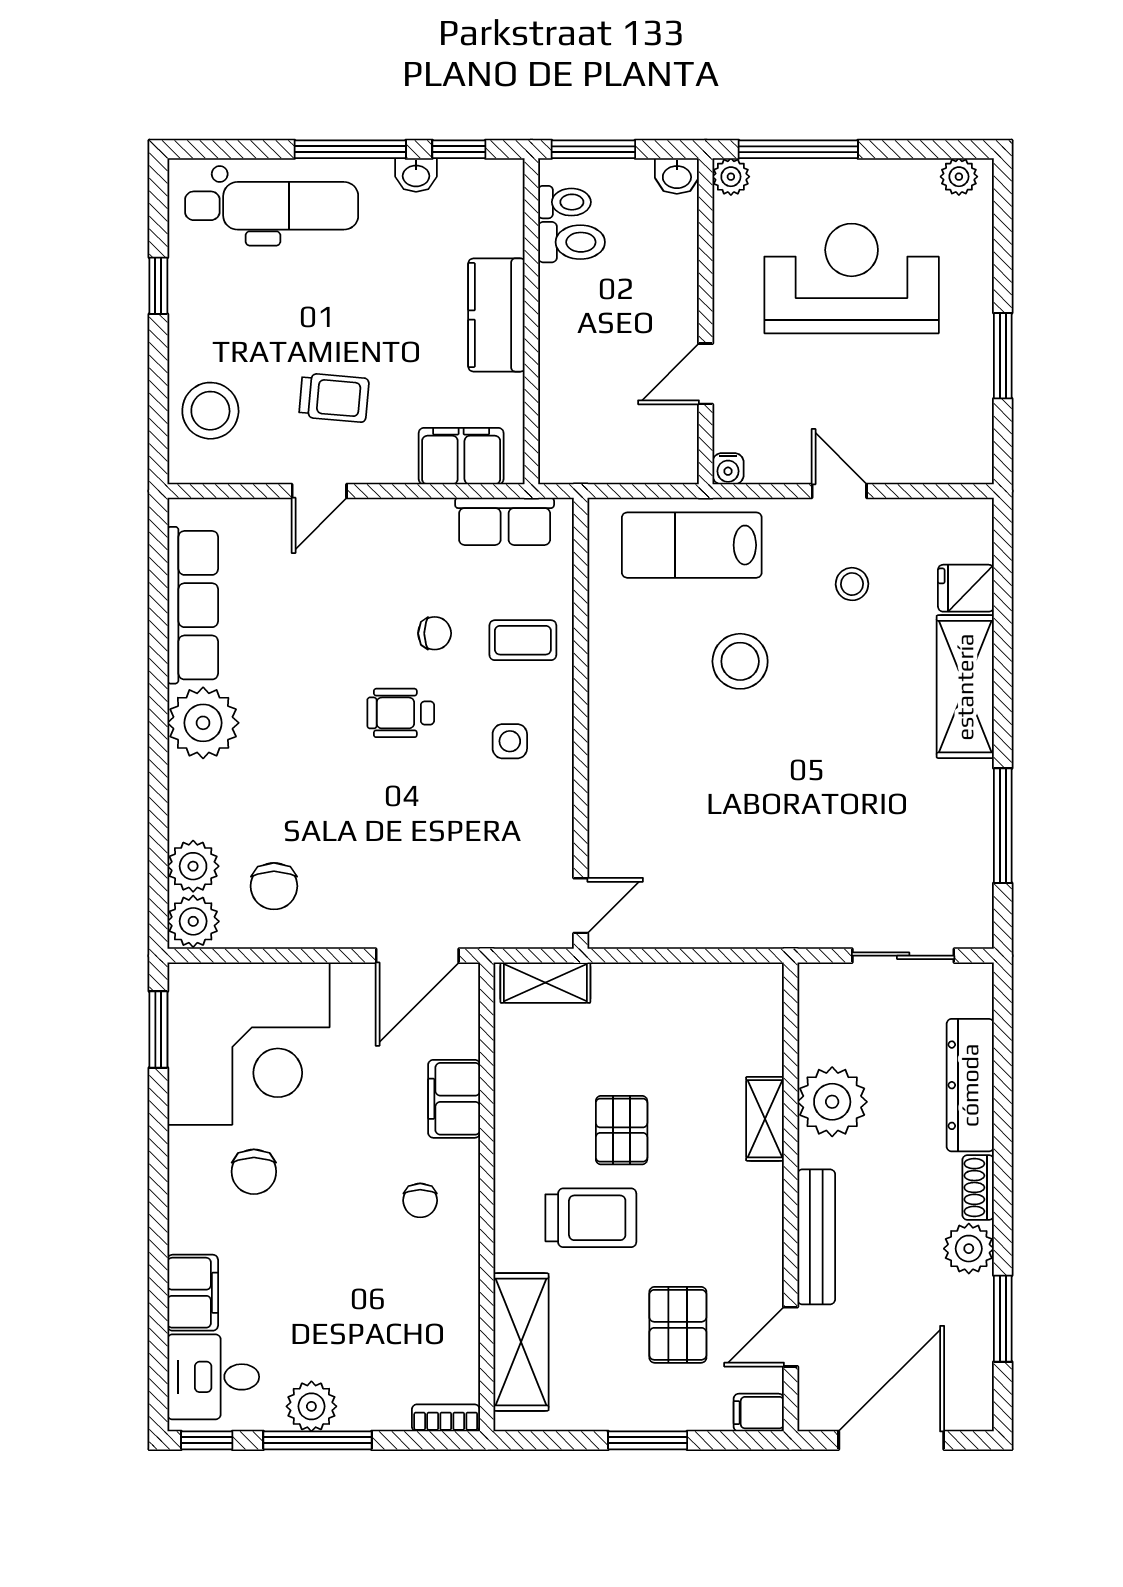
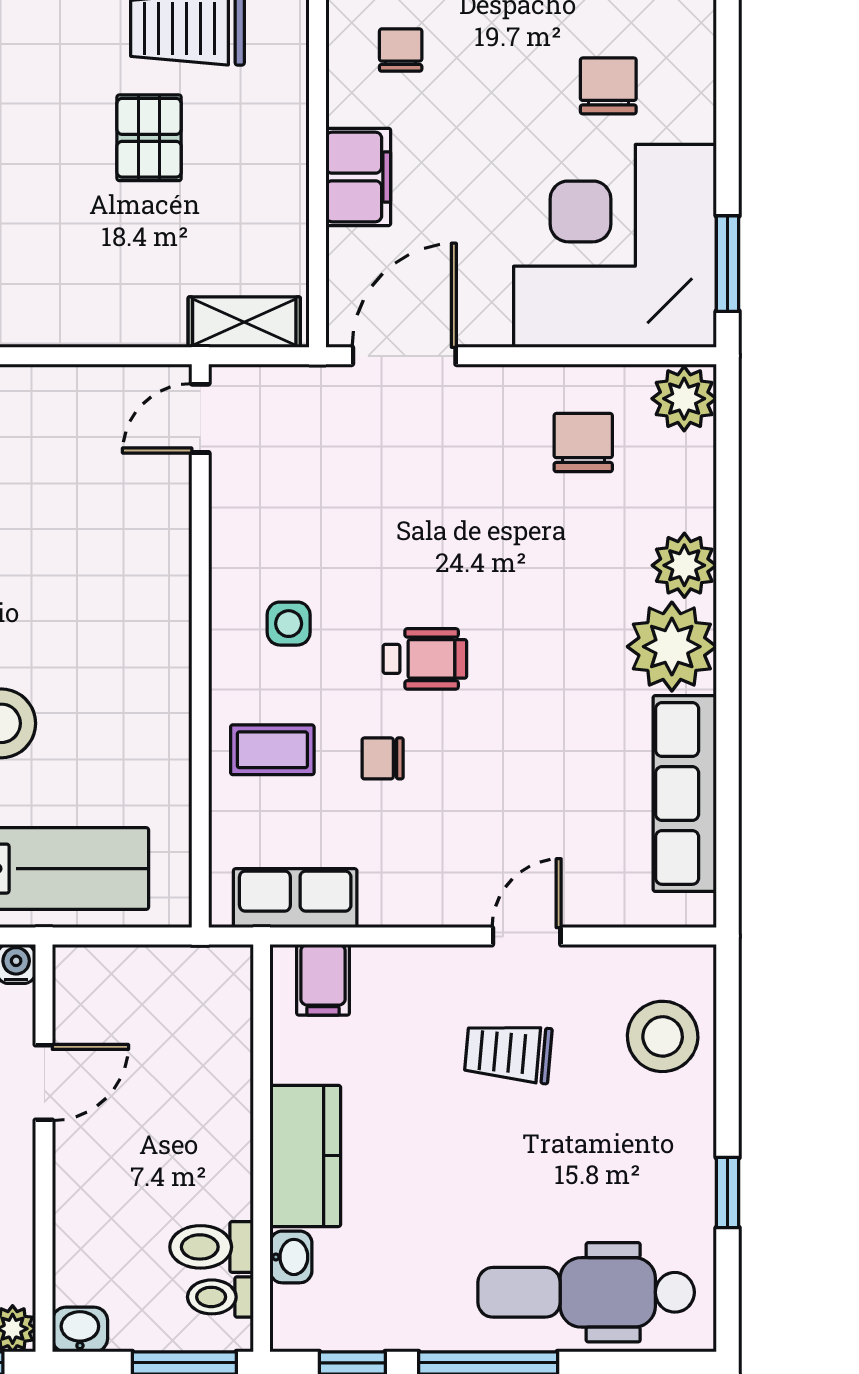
washbasin: (416, 175) -> (291, 1257), moved, turned 90
filing cabinet: (461, 456) -> (323, 980), width x0.50
plant: (193, 866) -> (684, 565), moved

